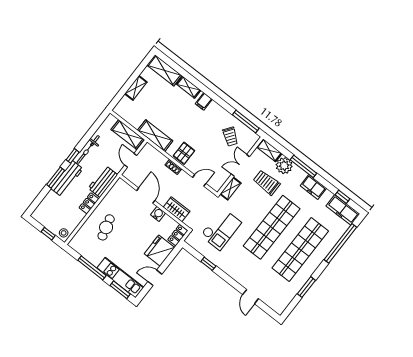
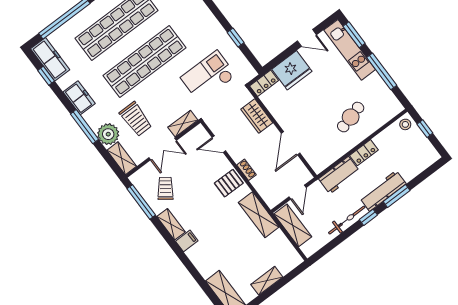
shelving: (189, 87) -> (171, 224), moved
water cooler: (158, 214) -> (281, 116), removed

